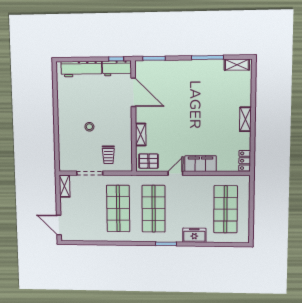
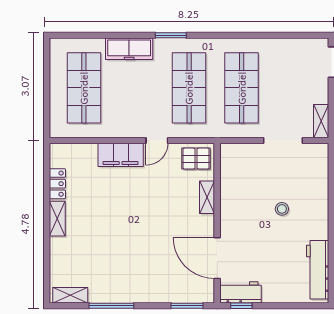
workbench: (81, 69) -> (318, 270), moved, turned -90
trolley: (108, 155) -> (255, 168), removed
locker: (245, 161) -> (57, 184), moved
freezer: (194, 235) -> (129, 49), width x1.40

